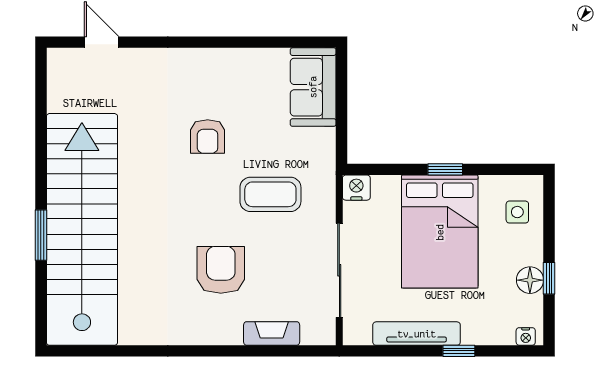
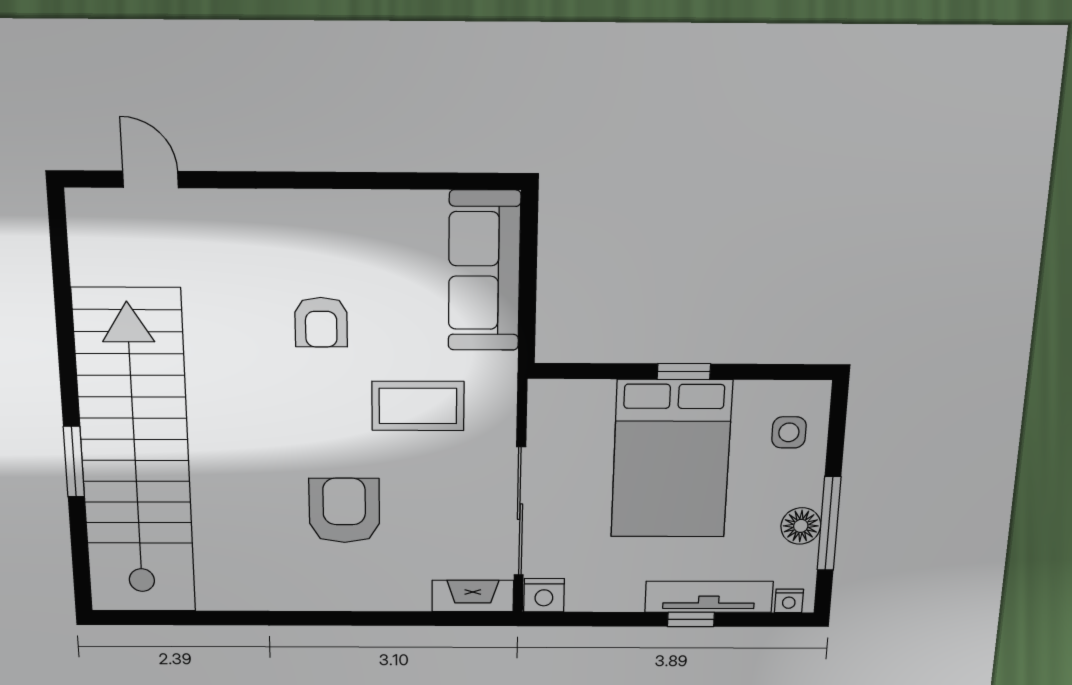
sofa: (313, 87) -> (484, 271), width x1.36
nightstand: (356, 188) -> (544, 595), moved, turned 180
window: (549, 278) -> (829, 524), width x2.17
fireplace: (272, 333) -> (473, 596), moved
tv unit: (417, 334) -> (709, 597), moved

